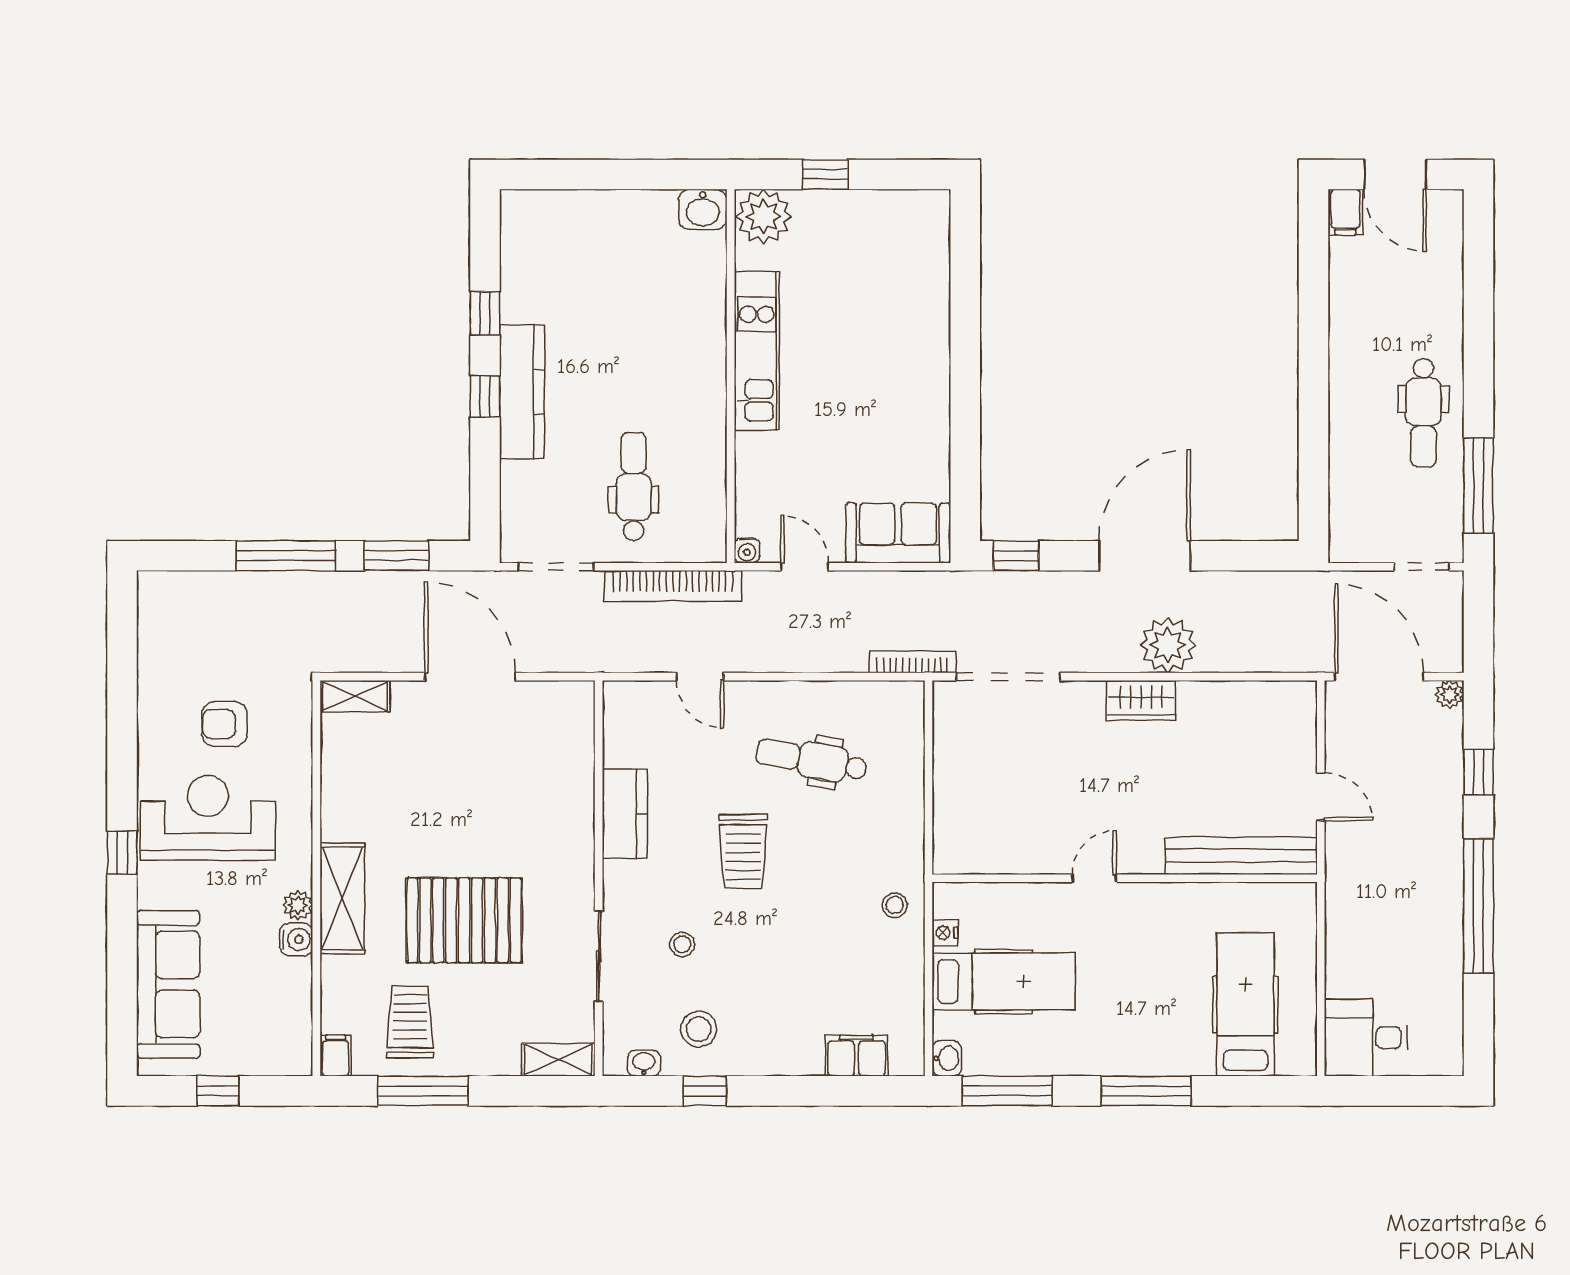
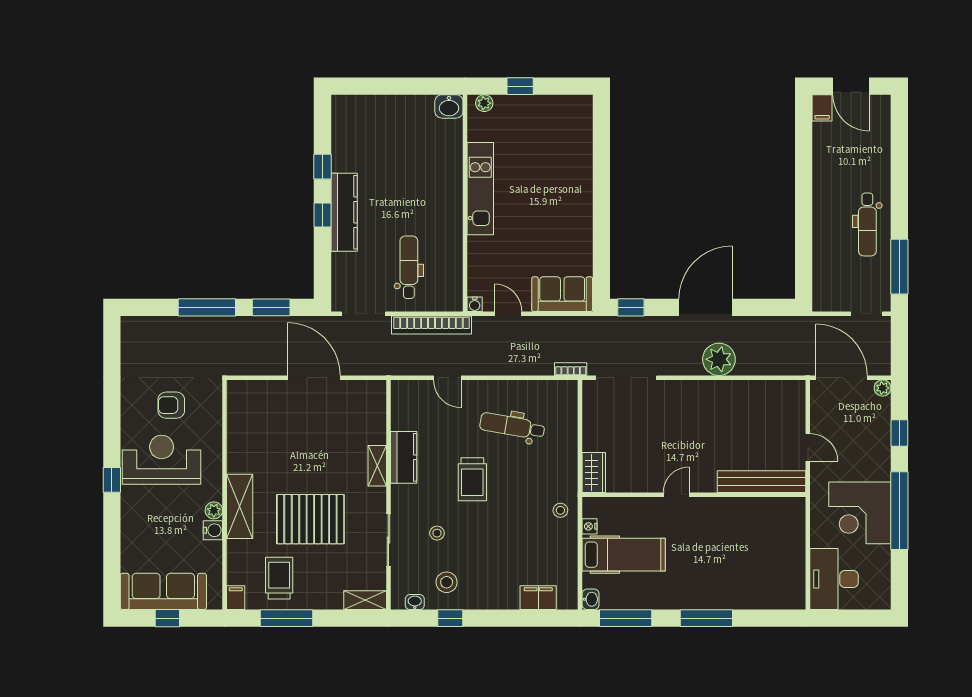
plant: (764, 217) -> (484, 103), width x0.53, depth x0.53
bookcase: (912, 662) -> (571, 369), width x0.64
shelving: (355, 696) -> (377, 466), moved, turned 90
wardrobe: (1141, 700) -> (594, 473), moved, turned -90
corner desk: (1410, 910) -> (860, 513), added
sofa: (168, 984) -> (163, 591), moved, turned -90
hospital bed: (1245, 1004) -> (764, 568), removed
desk: (1366, 1038) -> (834, 579), width x1.37

